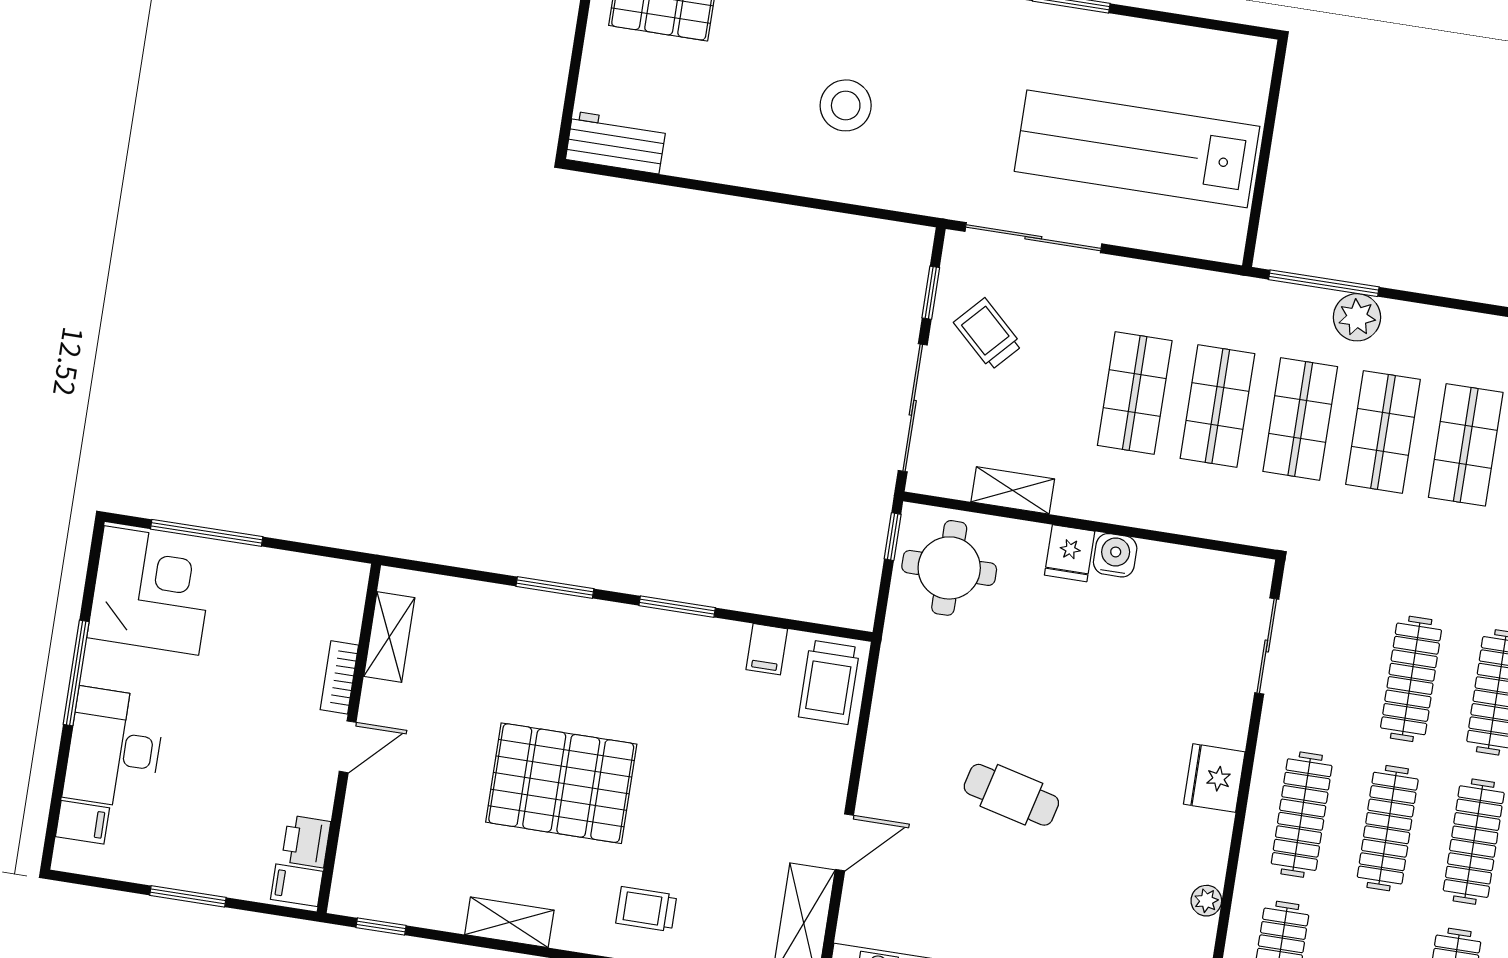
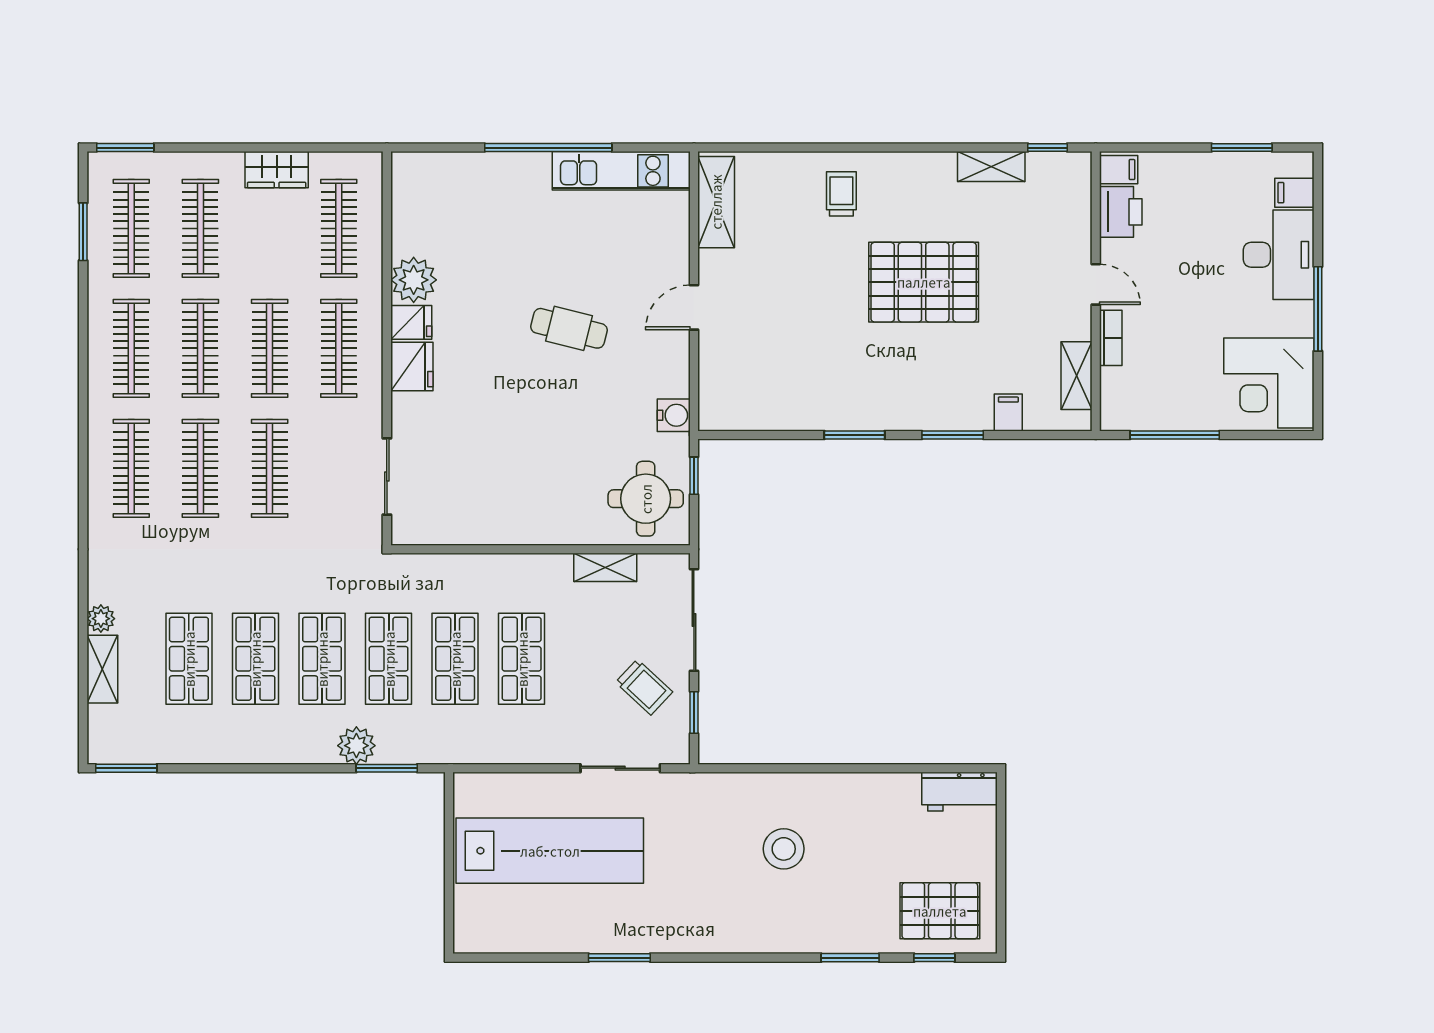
sliding door: (1033, 238) -> (620, 768), width x0.73
window: (1324, 283) -> (387, 768), width x0.69
window: (207, 533) -> (1175, 435), moved
window: (893, 537) -> (694, 476), moved
fridge: (1070, 553) -> (411, 322), moved, turned 90
water cooler: (1115, 555) -> (674, 415), moved, turned -90
filing cabinet: (767, 649) -> (1008, 413), moved
trolley: (829, 682) -> (726, 394), removed
door: (348, 747) -> (1096, 284), swing flipped
printer: (306, 841) -> (1121, 212), width x1.36, depth x1.24
door: (845, 842) -> (694, 307), moved
window: (188, 896) -> (1242, 148), moved
plant: (1206, 901) -> (414, 280), width x1.87, depth x1.87
trolley: (646, 909) -> (841, 194), turned -90
shelving: (509, 922) -> (991, 167), moved

